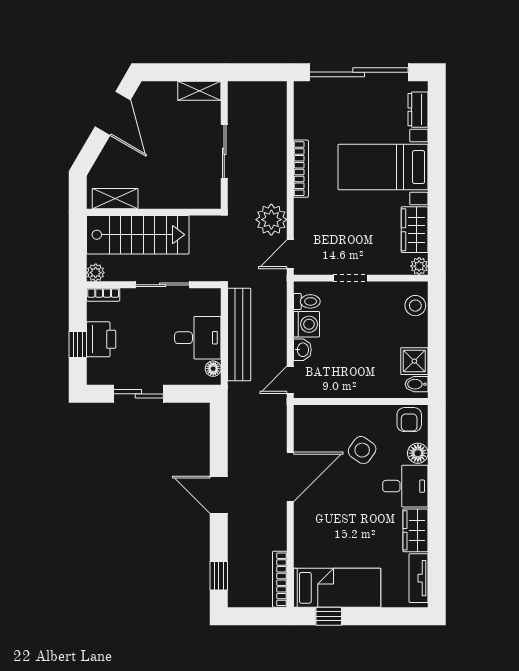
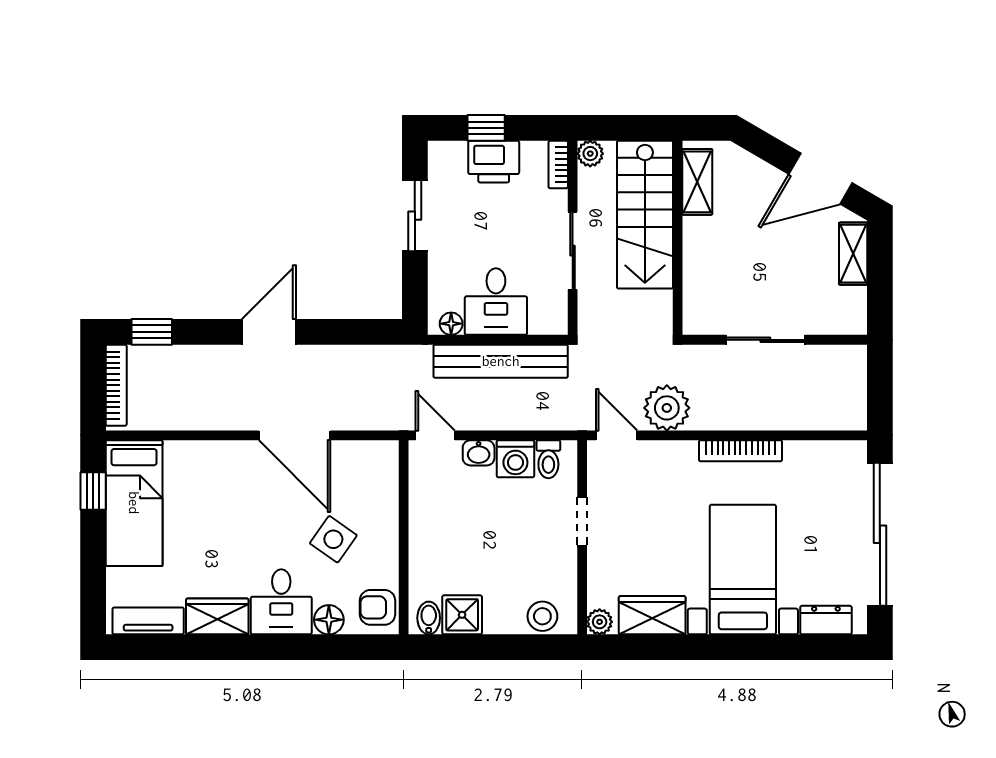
shelving: (199, 91) -> (853, 254), moved
bookcase: (280, 579) -> (116, 385), moved, turned 90

